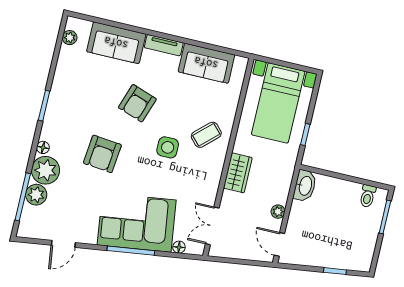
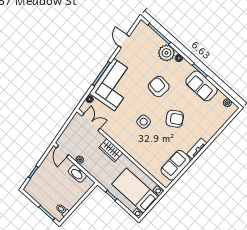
sofa: (116, 43) -> (202, 86), moved, turned -90
armchair: (137, 103) -> (175, 119), turned 128
coffee table: (206, 135) -> (139, 145), removed
washbasin: (305, 186) -> (77, 174), moved
plant: (36, 195) -> (157, 41), removed
door: (279, 244) -> (62, 151), swing flipped

